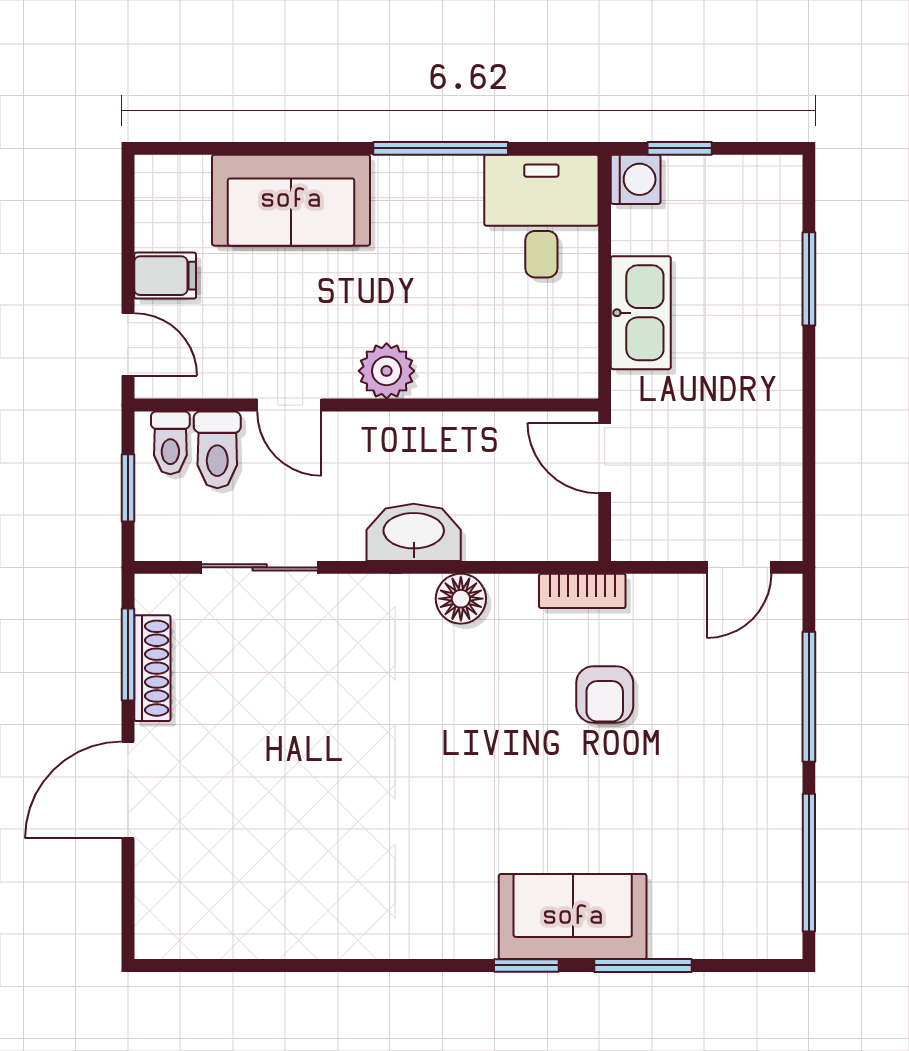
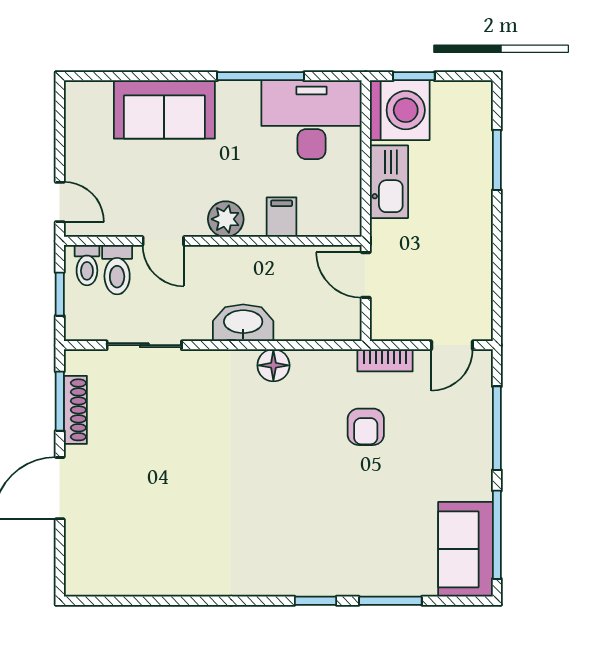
washing machine: (636, 179) -> (400, 110), width x1.89, depth x1.89
desk: (541, 216) -> (311, 120), width x1.37
filing cabinet: (165, 276) -> (282, 217), moved, turned -90
bookcase: (582, 591) -> (385, 360), moved
sofa: (573, 917) -> (465, 549), moved, turned -90

